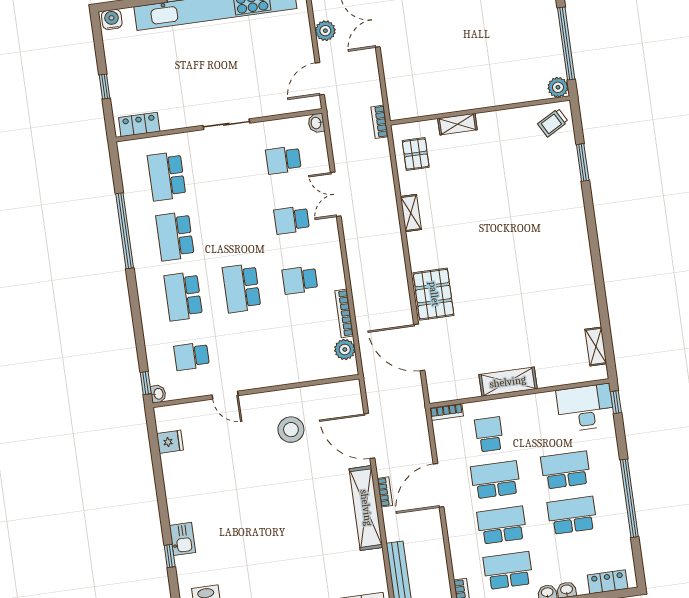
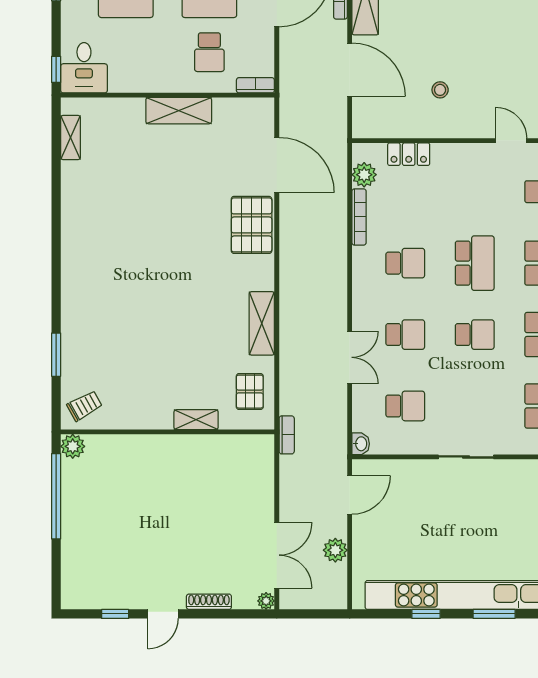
shelving: (411, 213) -> (262, 323), width x1.50, depth x1.33
school desk: (233, 228) -> (475, 335), added
locker: (310, 372) -> (409, 154), added
desk: (585, 408) -> (84, 68), width x0.73
stool: (291, 430) -> (440, 90), width x0.53, depth x0.53

